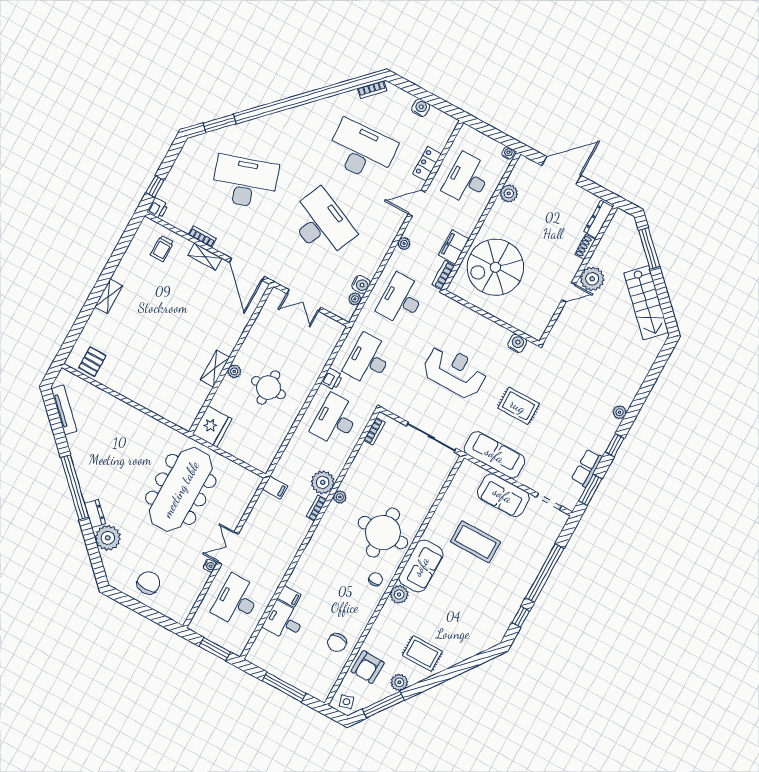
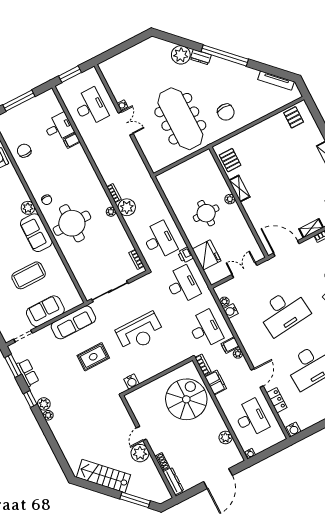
water cooler: (421, 108) -> (294, 429), moved
desk: (321, 224) -> (283, 312), turned -30
pallet: (190, 401) -> (230, 160), added
fridge: (212, 426) -> (207, 255), moved, turned 180
plant: (610, 426) -> (44, 404), added
filing cabinet: (275, 488) -> (230, 345), moved
chair: (148, 583) -> (226, 112), moved

